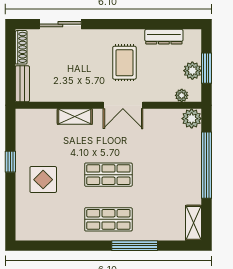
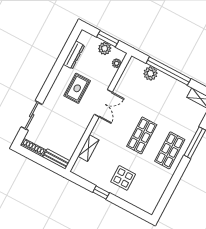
rug: (124, 63) -> (77, 88), turned 90
shelving: (75, 117) -> (88, 148), moved
plant: (192, 119) -> (151, 73), moved

